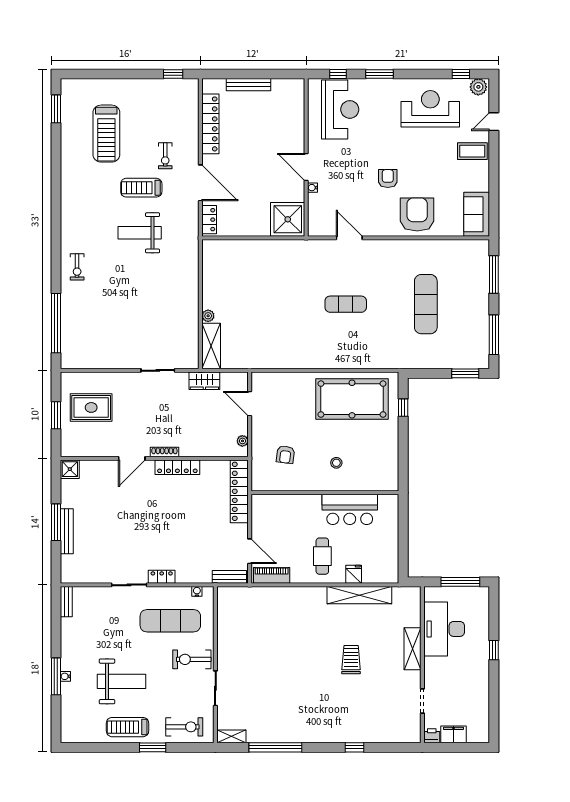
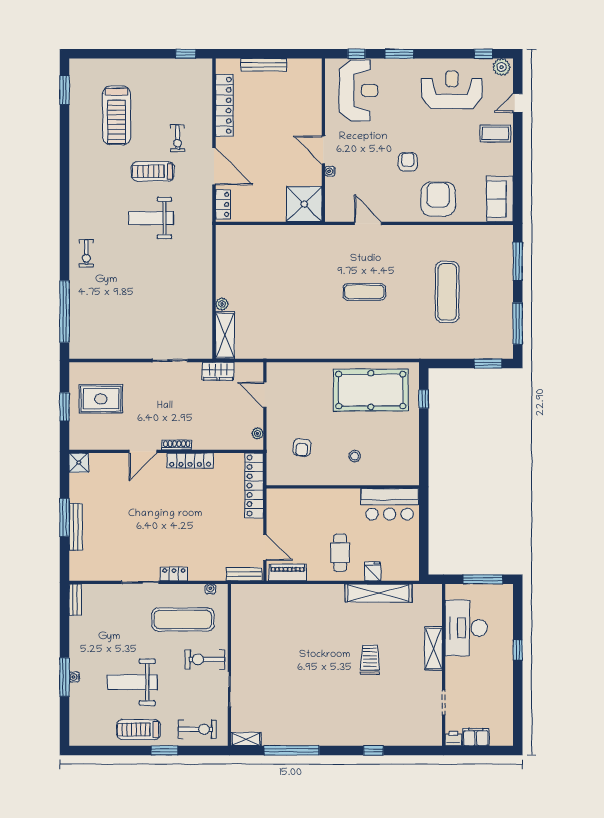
bar counter: (350, 509) -> (390, 504), moved
weight bench: (121, 681) -> (132, 682), turned 180

